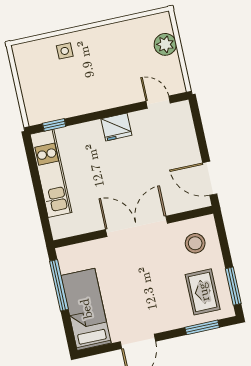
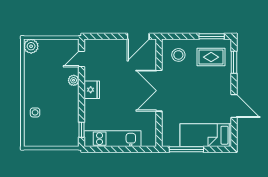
plant: (165, 44) -> (31, 46), moved
plant: (124, 97) -> (74, 80), added

